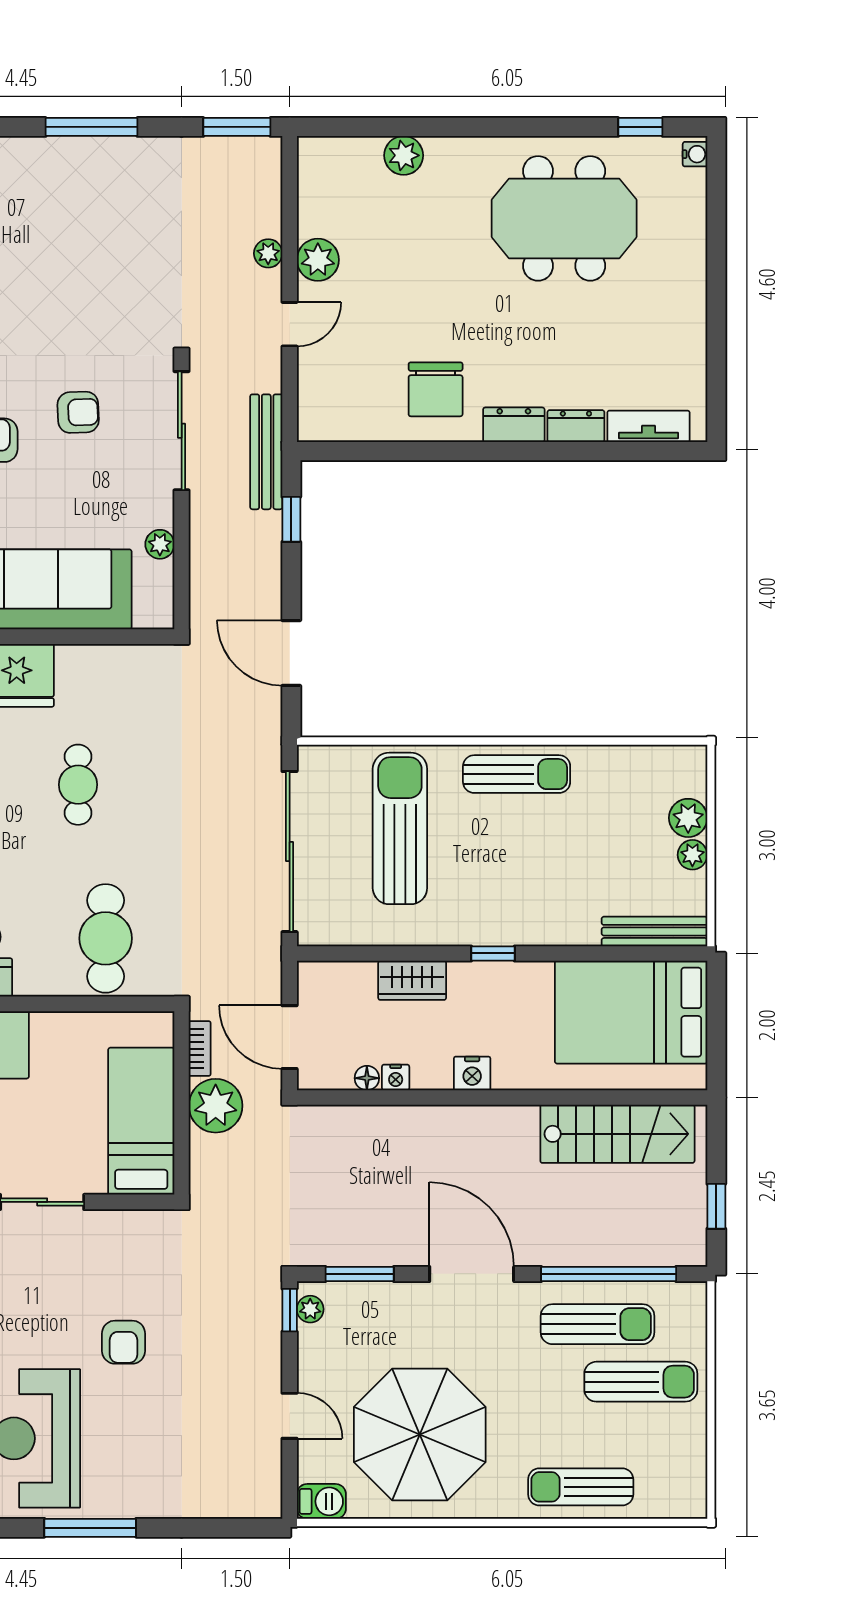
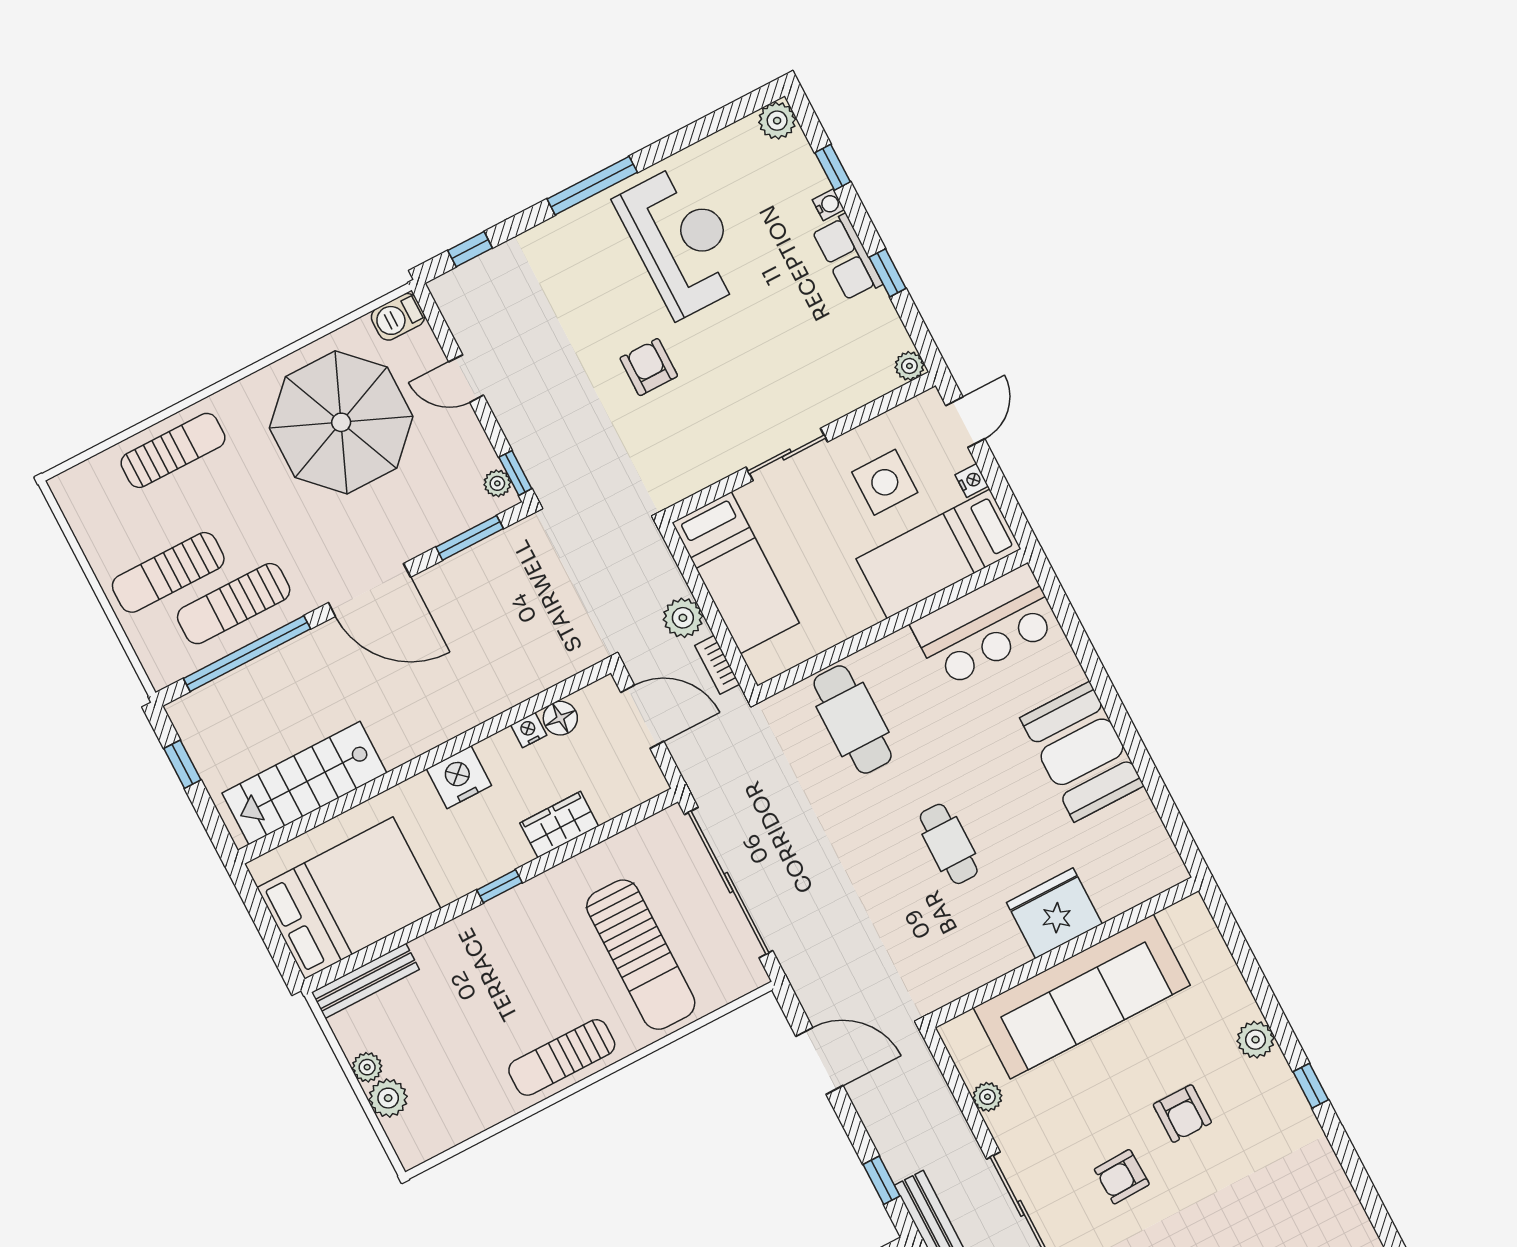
nightstand: (472, 1073) -> (459, 777), width x1.36, depth x1.33
floor lamp: (367, 1078) -> (560, 718), width x1.37, depth x1.37
plant: (216, 1106) -> (683, 618), width x0.73, depth x0.73
window: (227, 1528) -> (470, 249), added

